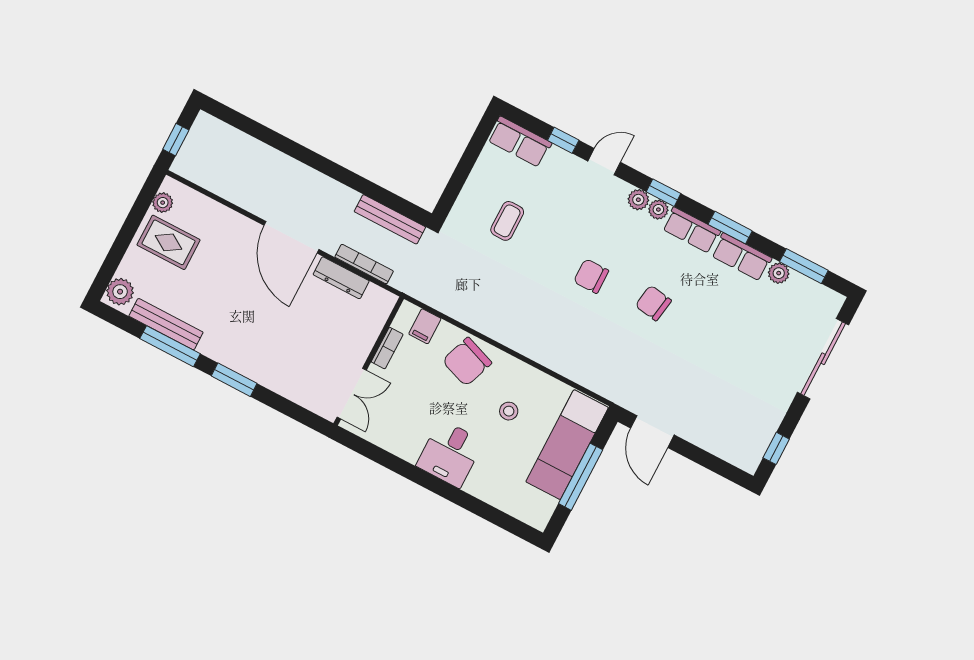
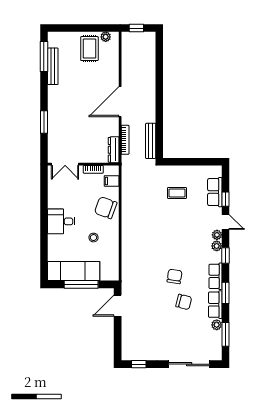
row of seats: (520, 142) -> (215, 192), moved
plant: (658, 210) -> (217, 235), moved
chair: (591, 276) -> (184, 302), moved, turned 104
dresser: (341, 278) -> (114, 150), moved
plant: (120, 292) -> (57, 39), removed
window: (170, 346) -> (44, 57), moved
window: (234, 380) -> (44, 122), moved
exam couch: (567, 445) -> (74, 271), moved

